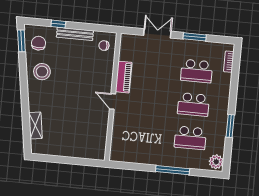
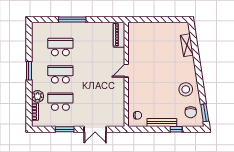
piano: (124, 77) -> (119, 35), moved
door: (112, 101) -> (126, 71), swing flipped
window: (230, 126) -> (29, 71), moved
plant: (216, 162) -> (38, 96), moved

